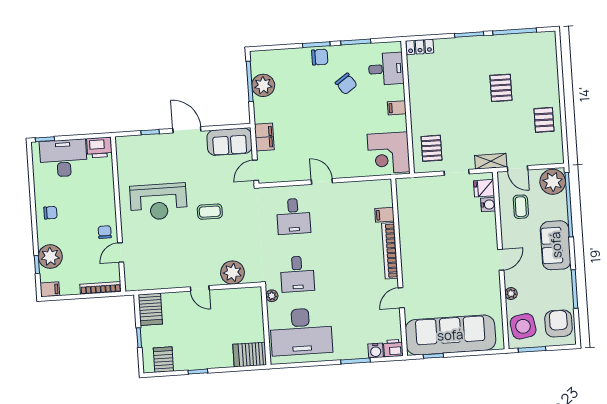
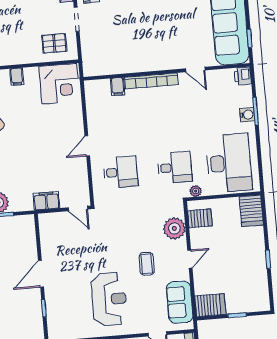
sofa: (229, 142) -> (180, 302), moved, turned 180
coffee table: (210, 212) -> (147, 264), moved
water cooler: (376, 351) -> (247, 115), moved
server rack: (163, 360) -> (200, 218), moved, turned 180

